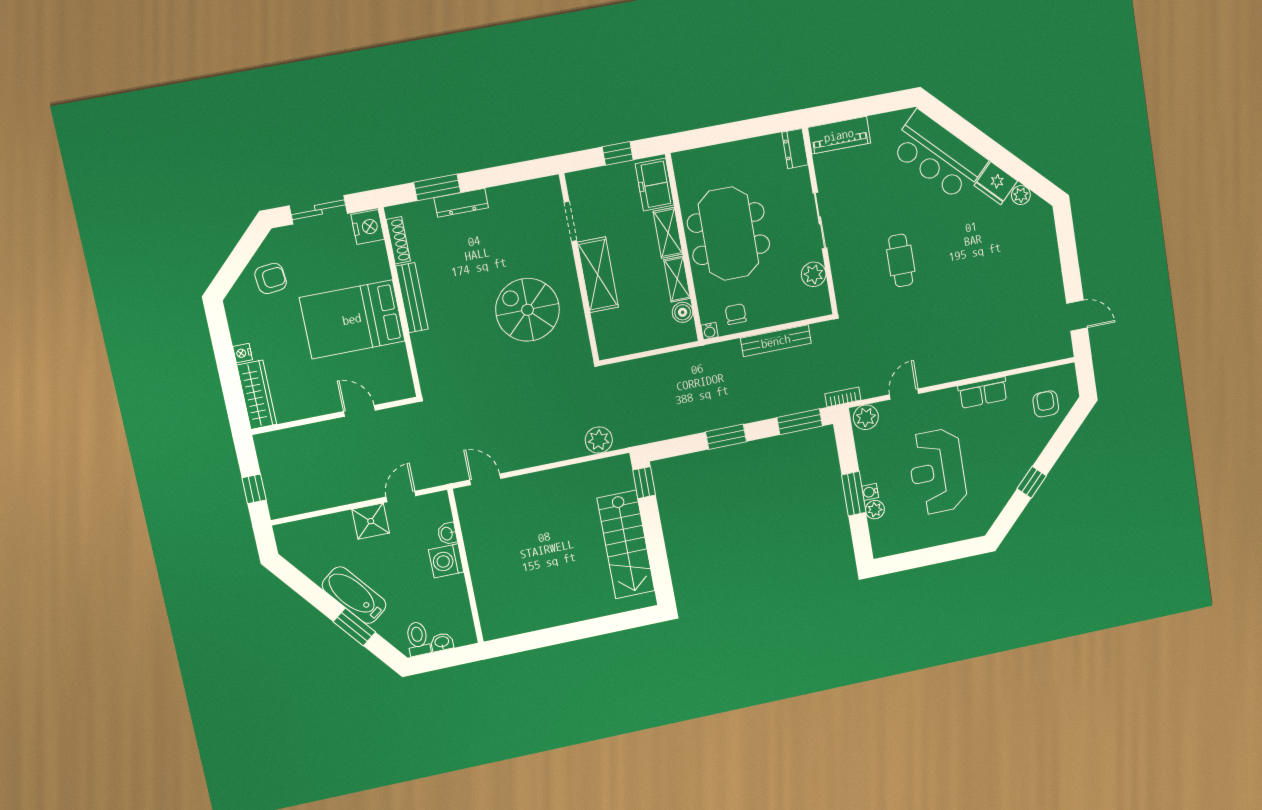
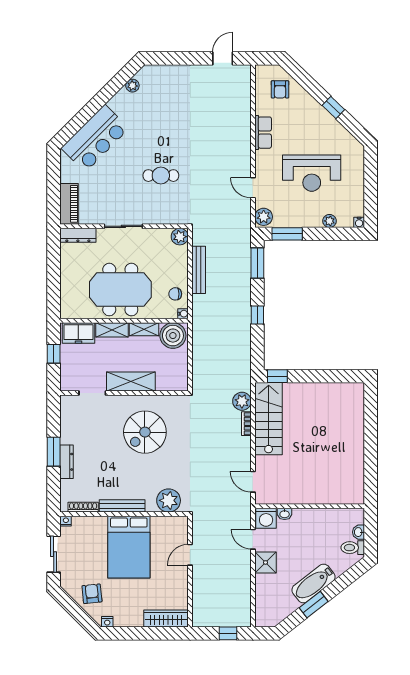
dresser: (795, 149) -> (78, 235), width x1.44
fridge: (996, 183) -> (121, 102), removed
window: (437, 187) -> (54, 452), moved
nightstand: (368, 227) -> (66, 521), width x0.53, depth x0.56
plant: (814, 274) -> (180, 237), moved
boiler: (683, 312) -> (173, 336), width x1.86, depth x1.86
nightstand: (243, 353) -> (107, 622), moved
plant: (433, 364) -> (169, 500), added
bookcase: (843, 397) -> (246, 424), moved
armchair: (1046, 404) -> (280, 89), turned -90
window: (726, 437) -> (257, 315), width x0.67
door: (485, 479) -> (253, 482), hinge flipped
water cooler: (870, 492) -> (359, 222), moved
window: (854, 494) -> (287, 234), moved
stairs: (626, 545) -> (269, 419), moved, turned -90
washing machine: (446, 561) -> (266, 518), moved
window: (354, 627) -> (314, 605), moved

